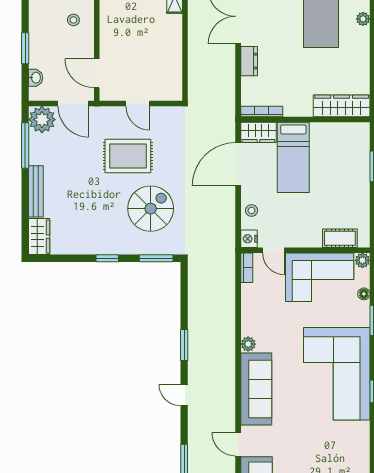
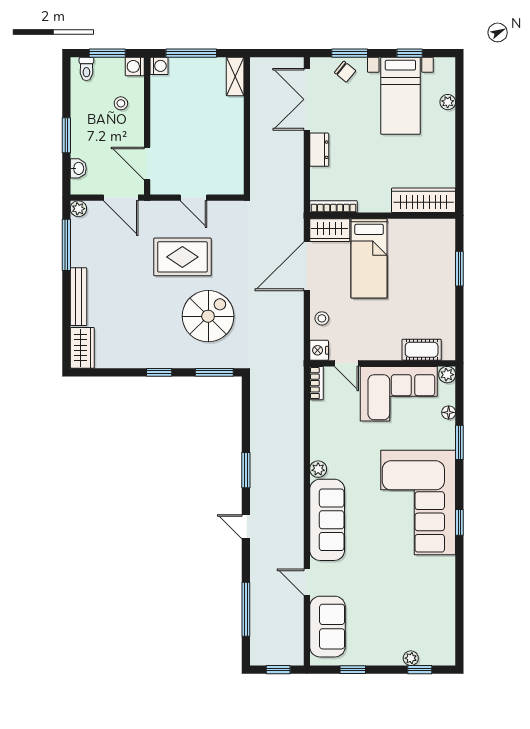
plant: (42, 120) -> (78, 209), width x0.53, depth x0.53

